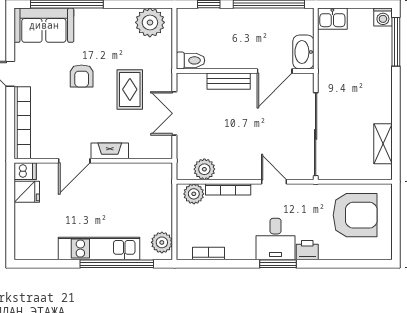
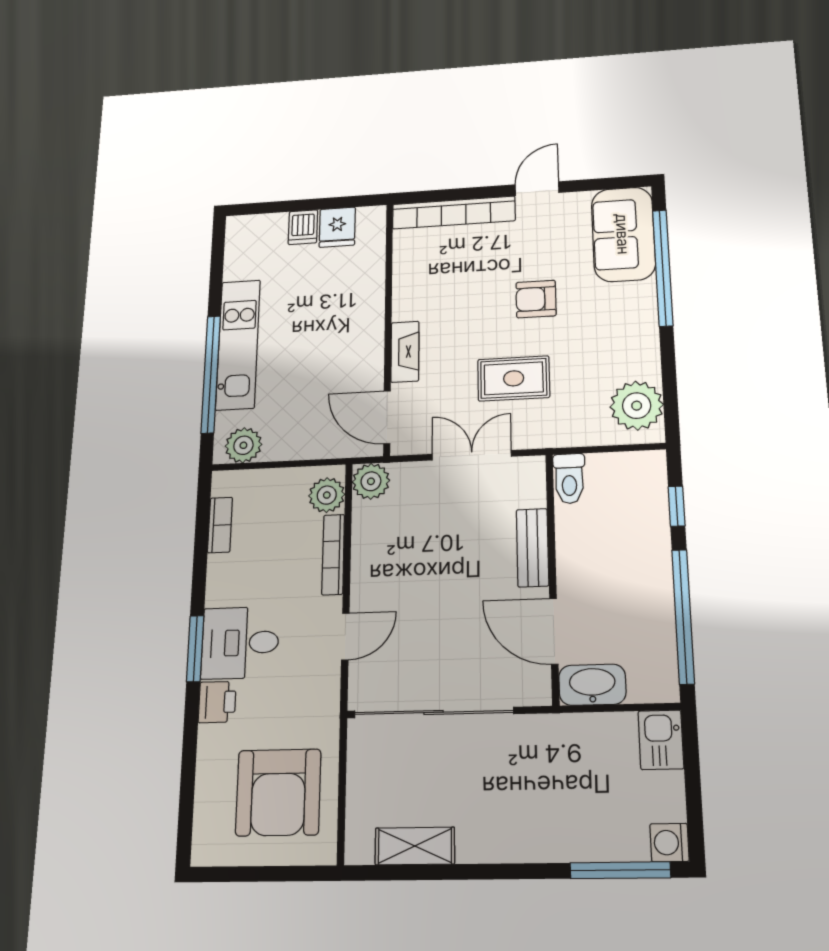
door: (74, 161) -> (387, 417), moved
plant: (204, 169) -> (371, 481), moved
dishwasher: (25, 171) -> (303, 227), moved

